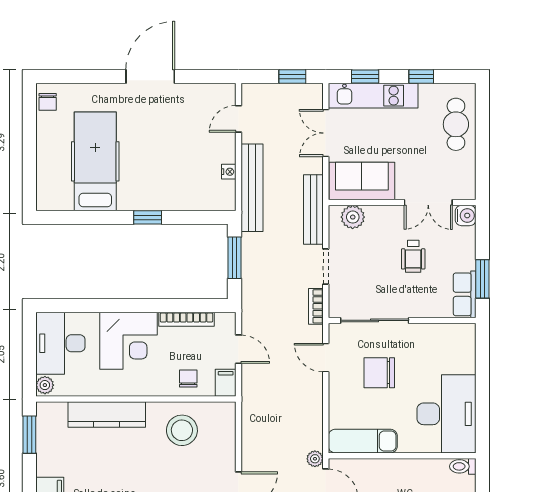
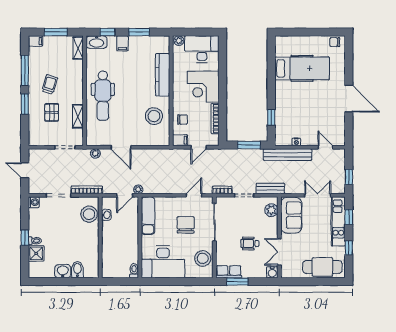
cafe table: (456, 124) -> (322, 267), width x1.37, depth x1.35
bench: (313, 209) -> (270, 188), width x0.73
window: (148, 217) -> (271, 117), moved
stool: (440, 342) -> (203, 258), added
window: (29, 435) -> (139, 32), moved

